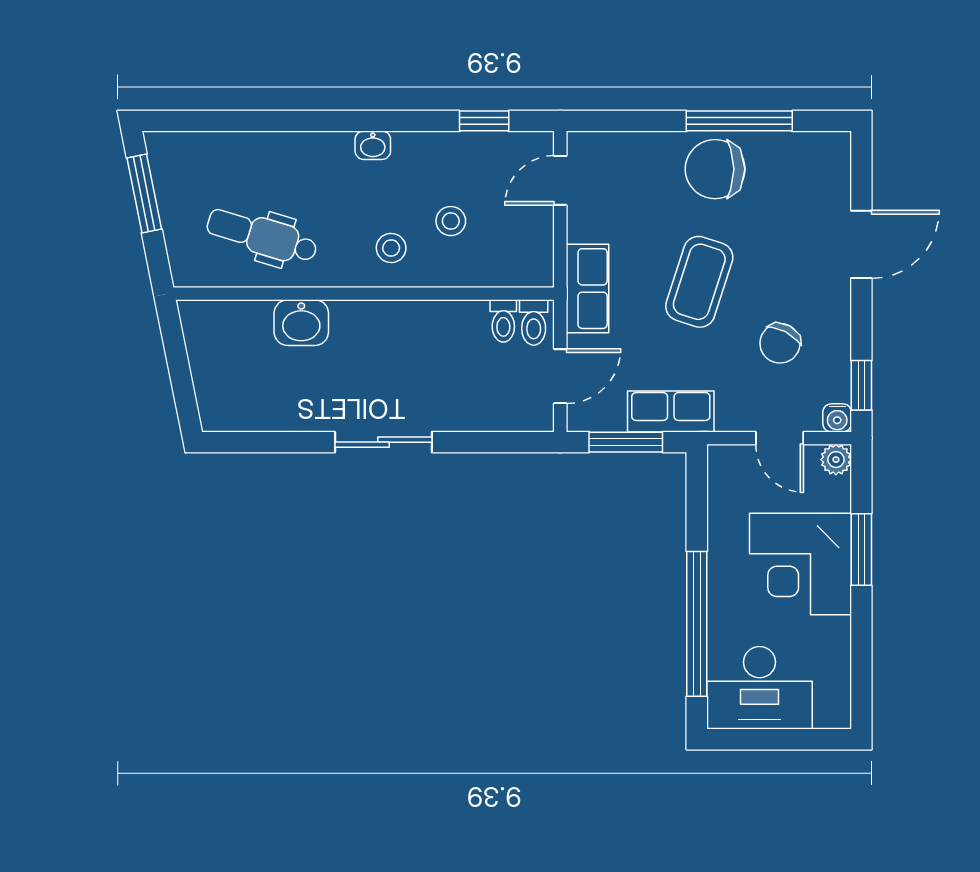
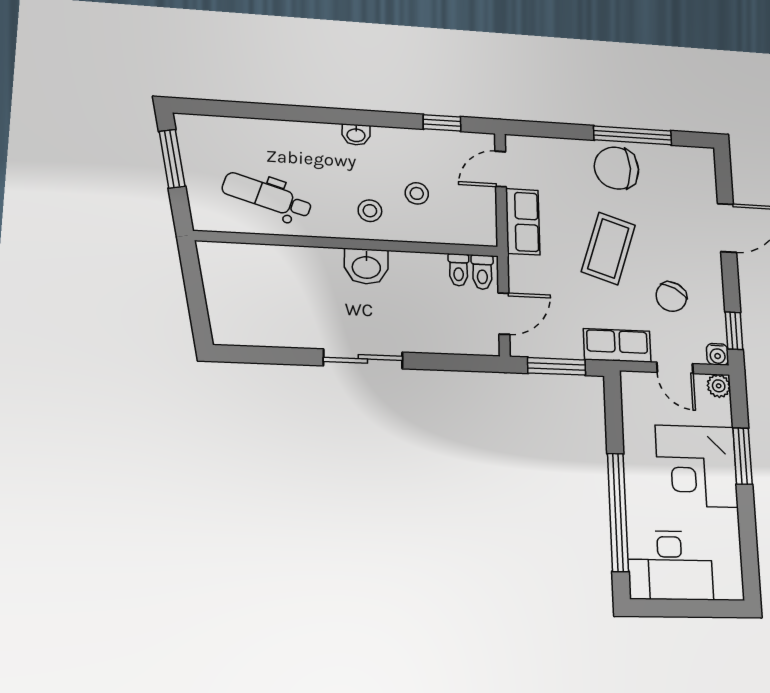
row of seats: (588, 289) -> (523, 222), moved
washbasin: (301, 323) -> (366, 266), moved
row of seats: (671, 411) -> (617, 345), moved

